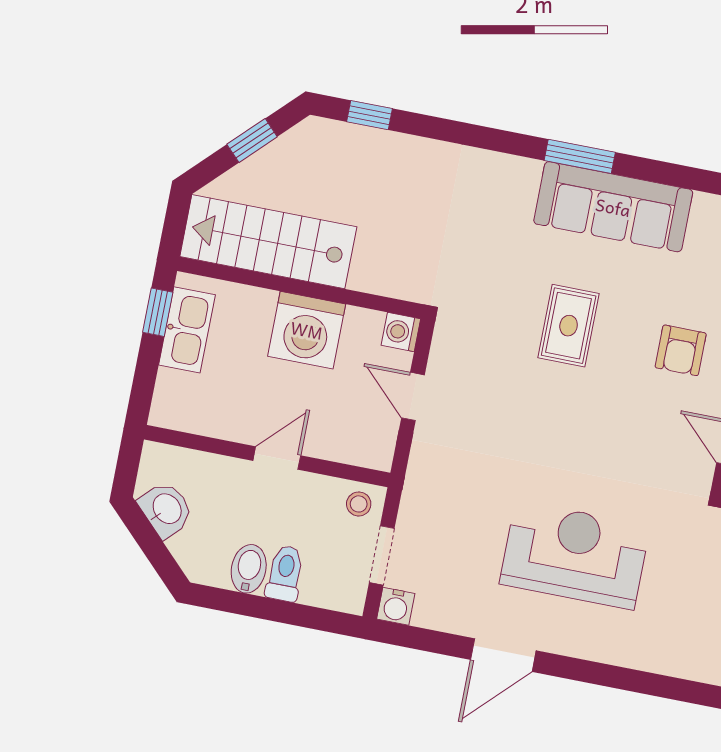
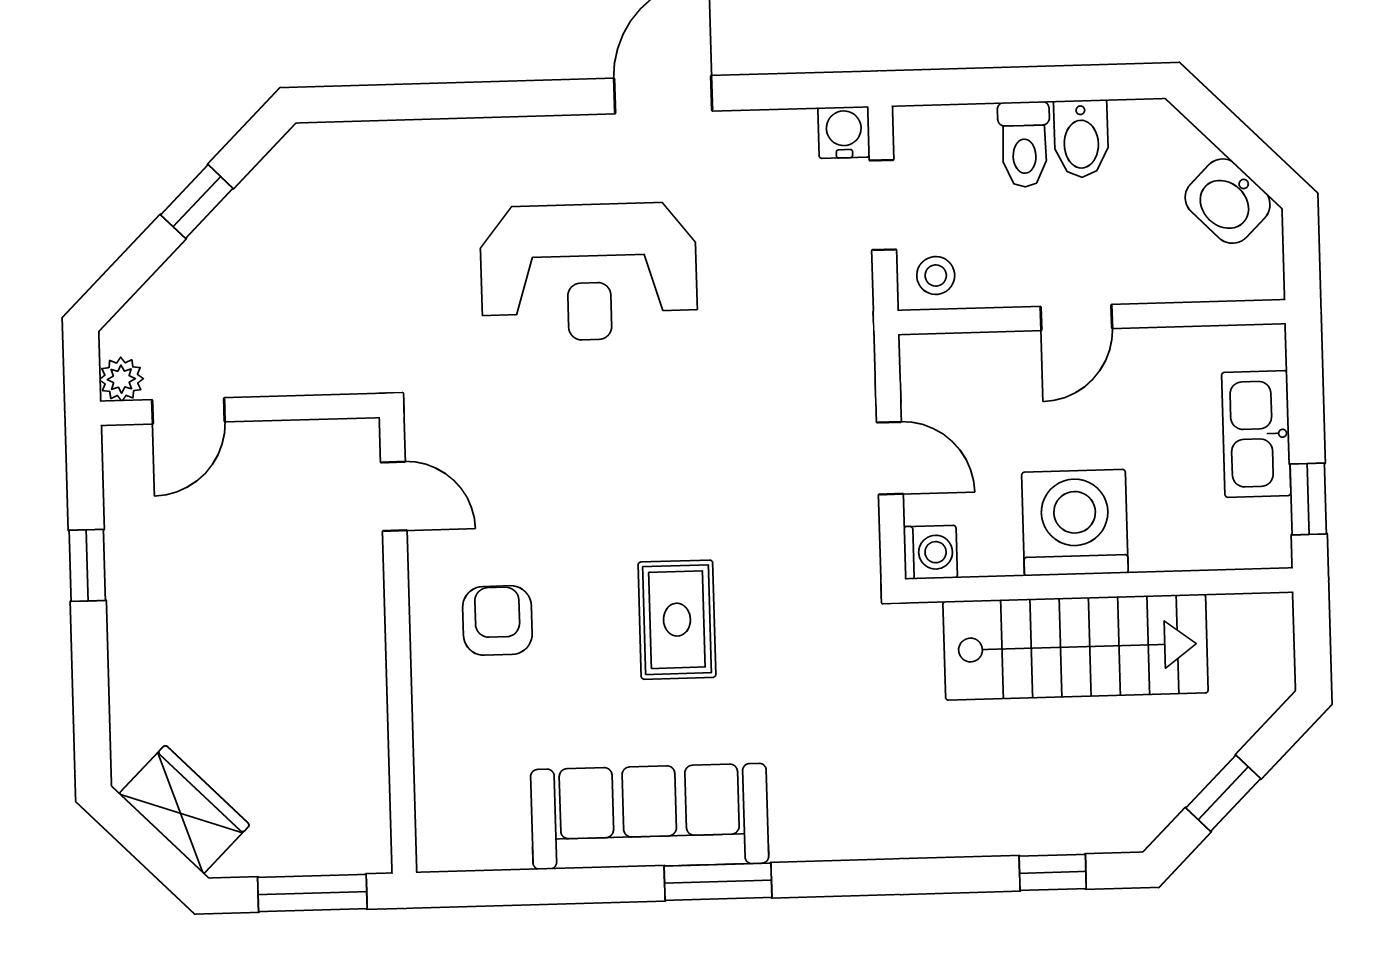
stairs: (268, 242) -> (1076, 647), moved
kitchen sink: (187, 330) -> (1256, 434), moved

